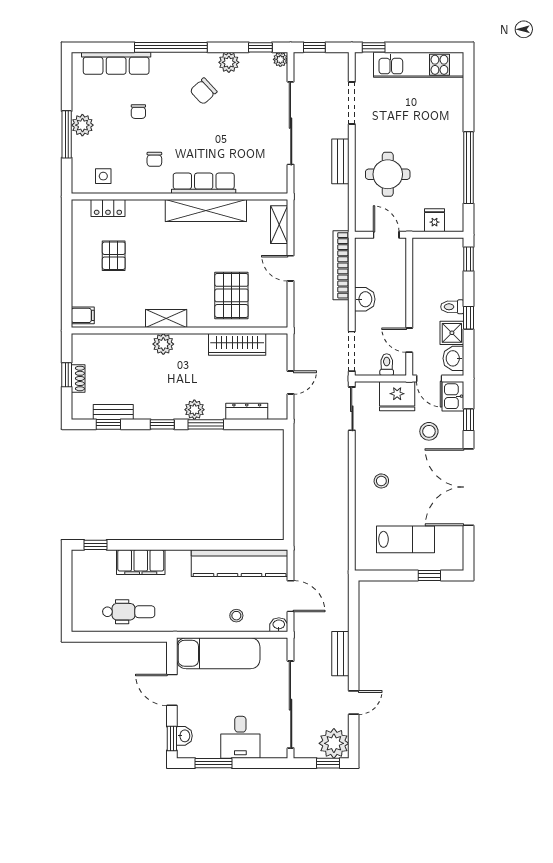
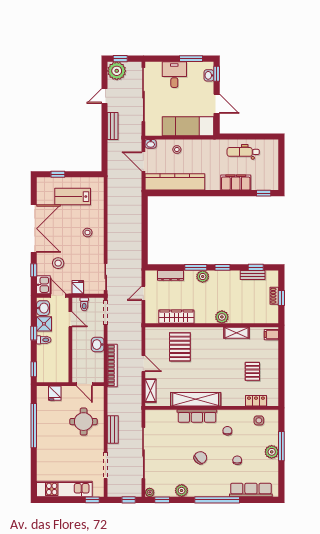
chair: (203, 91) -> (200, 458), moved
shelving: (166, 318) -> (236, 333), moved
fridge: (397, 396) -> (78, 287), width x0.53, depth x0.75

